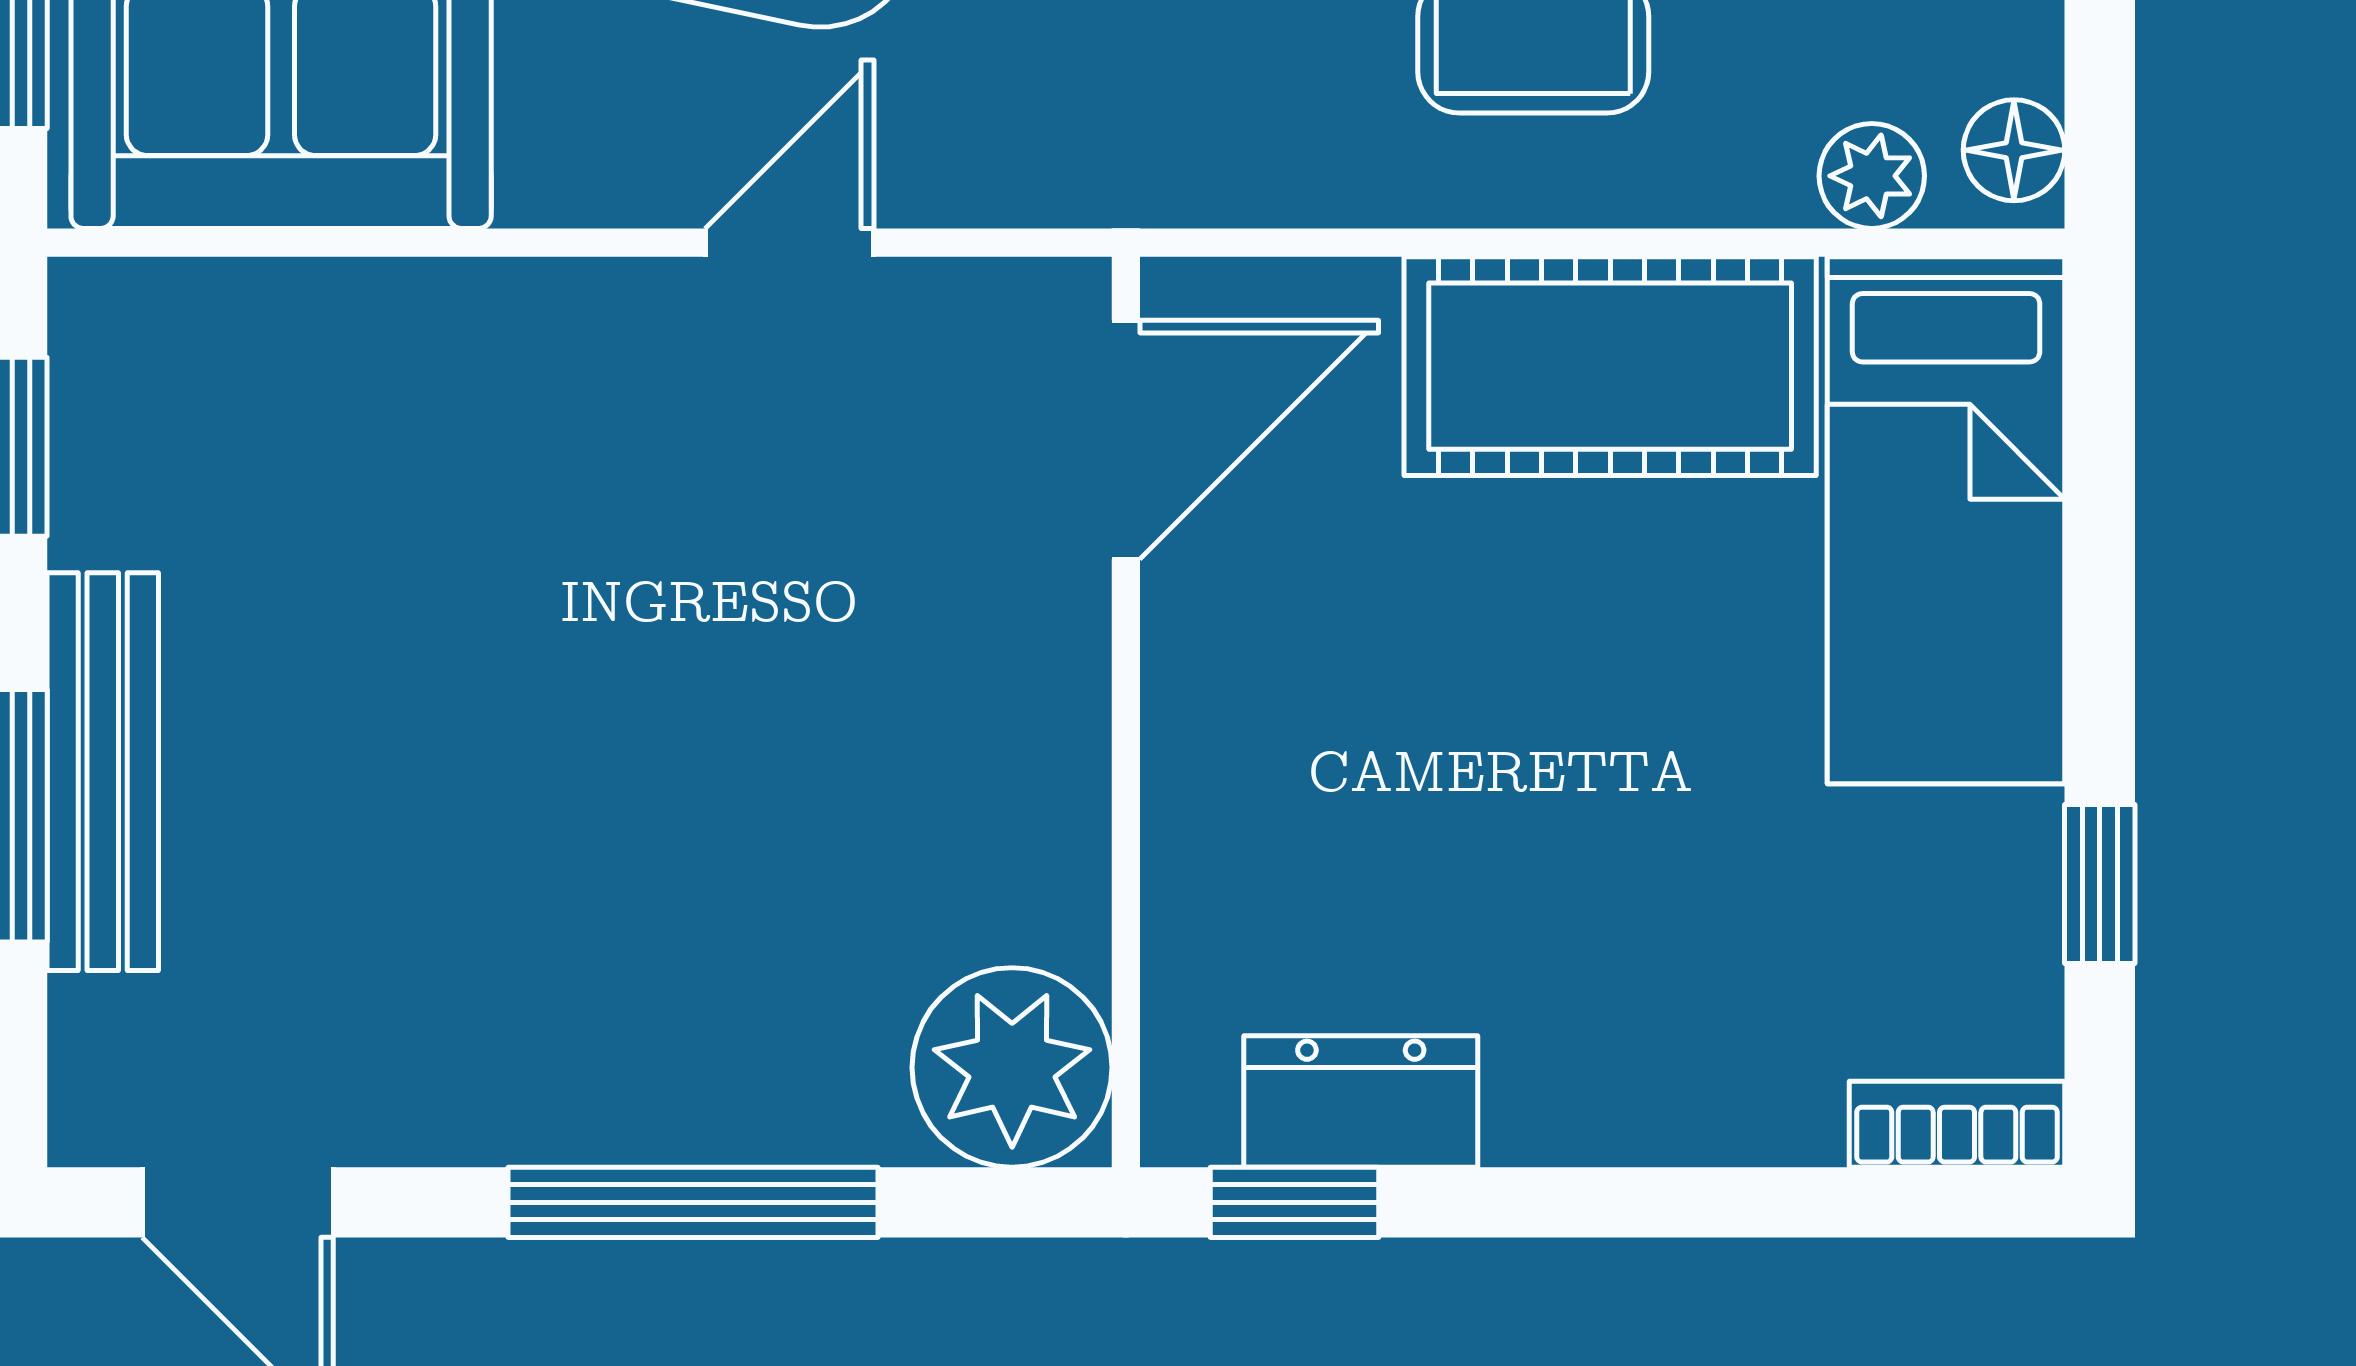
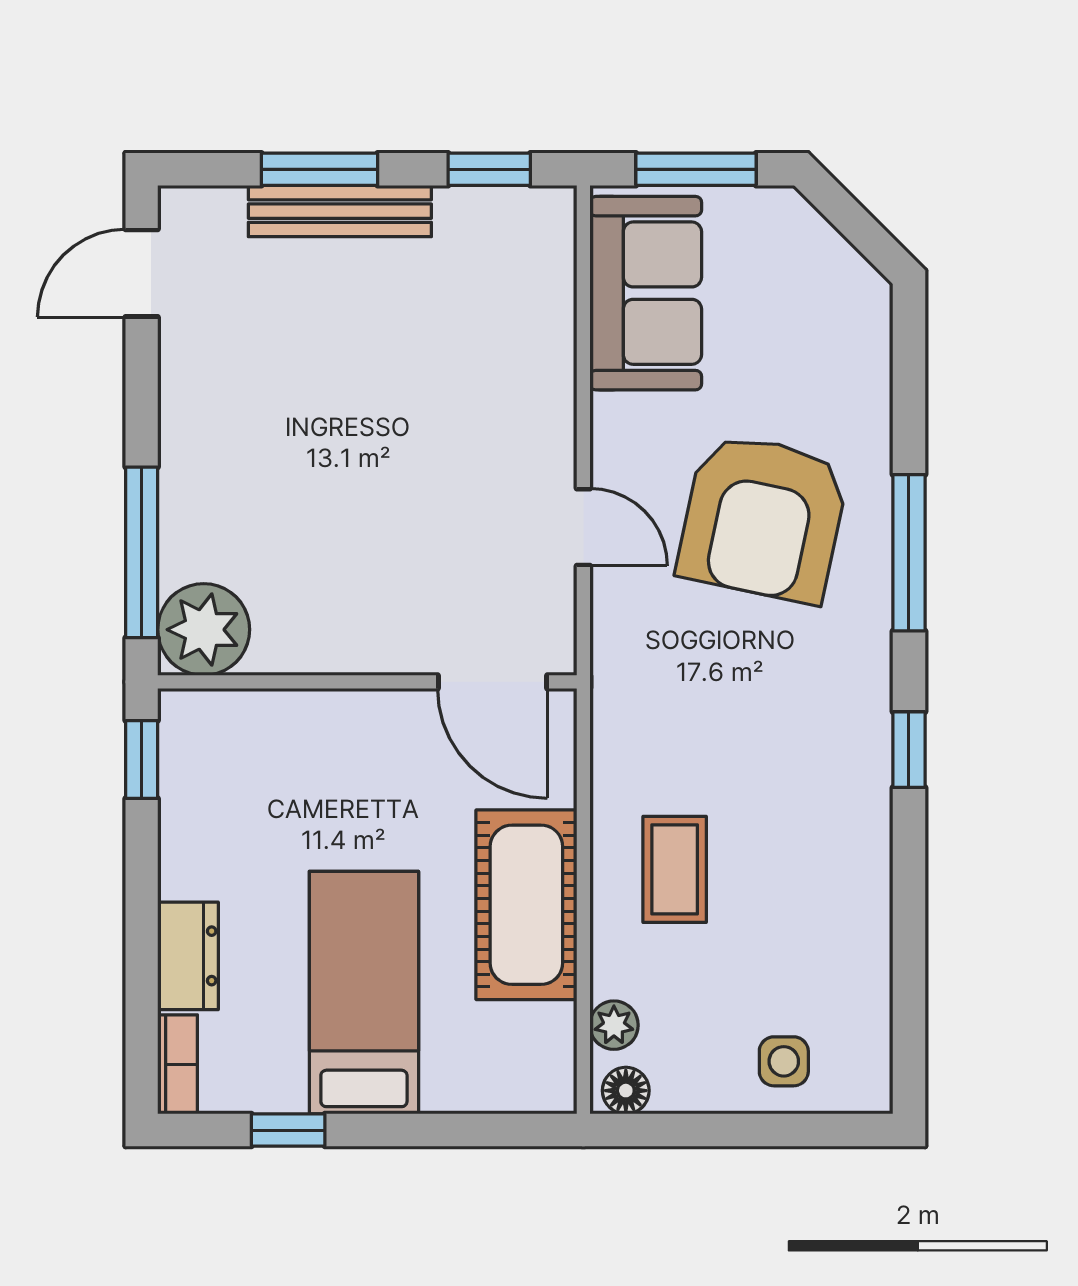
bed: (1946, 520) -> (364, 993), moved, turned 90
dresser: (1361, 1102) -> (188, 956), moved
window: (693, 1202) -> (142, 552), moved

